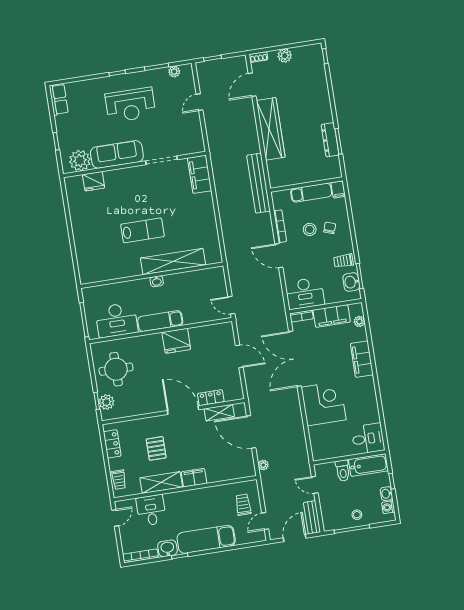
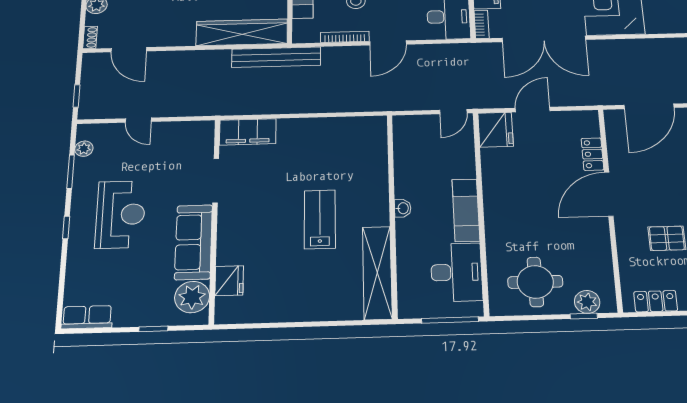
wardrobe: (271, 129) -> (242, 32), moved
shelving: (173, 261) -> (377, 273), moved
fridge: (176, 341) -> (496, 130), moved
shelving: (219, 413) -> (616, 145), removed

